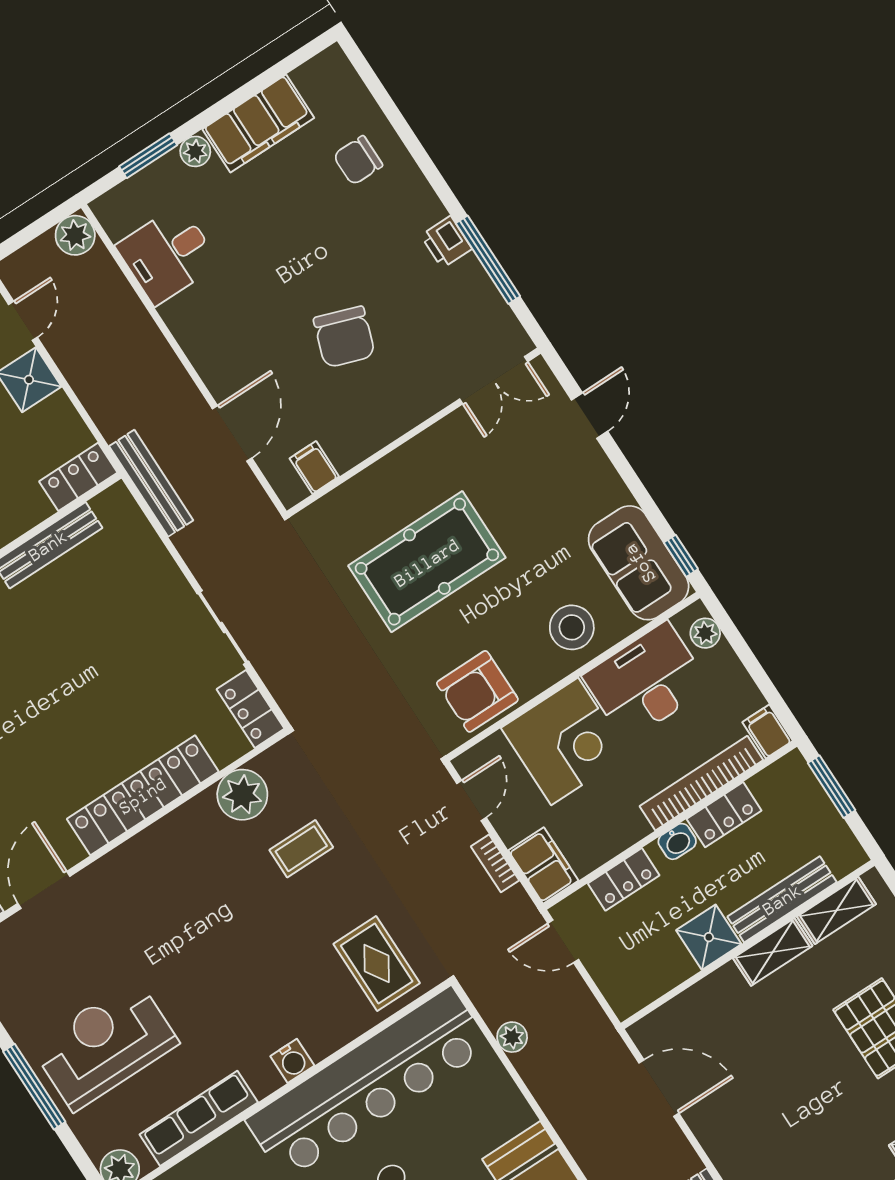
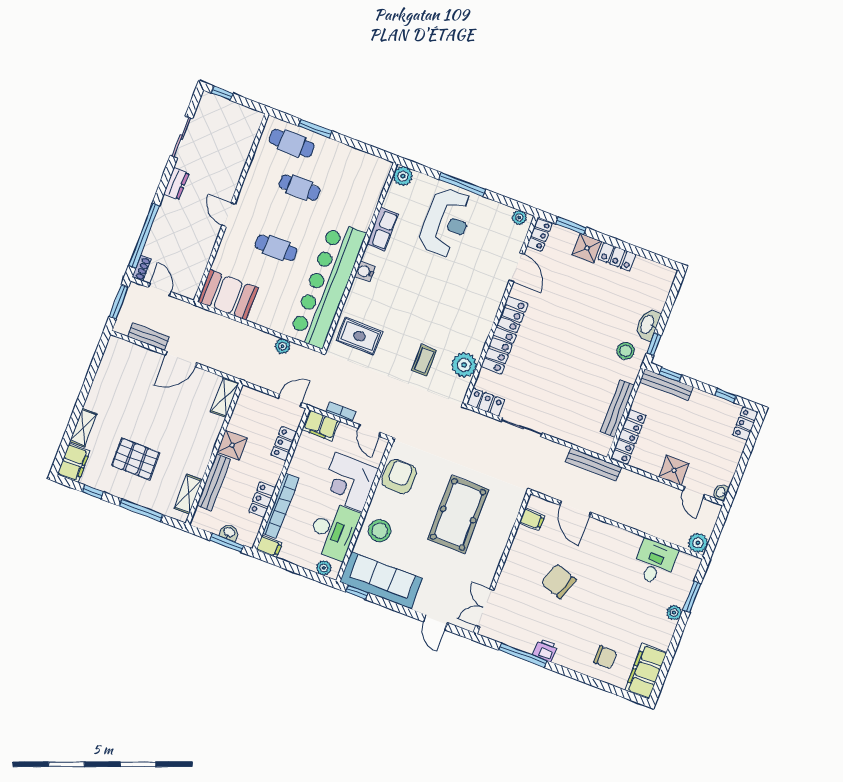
filing cabinet: (258, 123) -> (646, 671), moved
chair: (358, 160) -> (605, 657), turned 90
locker: (78, 477) -> (628, 437), width x1.53
sofa: (639, 563) -> (381, 580), width x1.36
washbasin: (677, 841) -> (229, 532), moved, turned 90
shelving: (773, 952) -> (225, 397), moved
door: (659, 1088) -> (181, 359), moved
row of seats: (199, 1118) -> (382, 229), width x0.68

